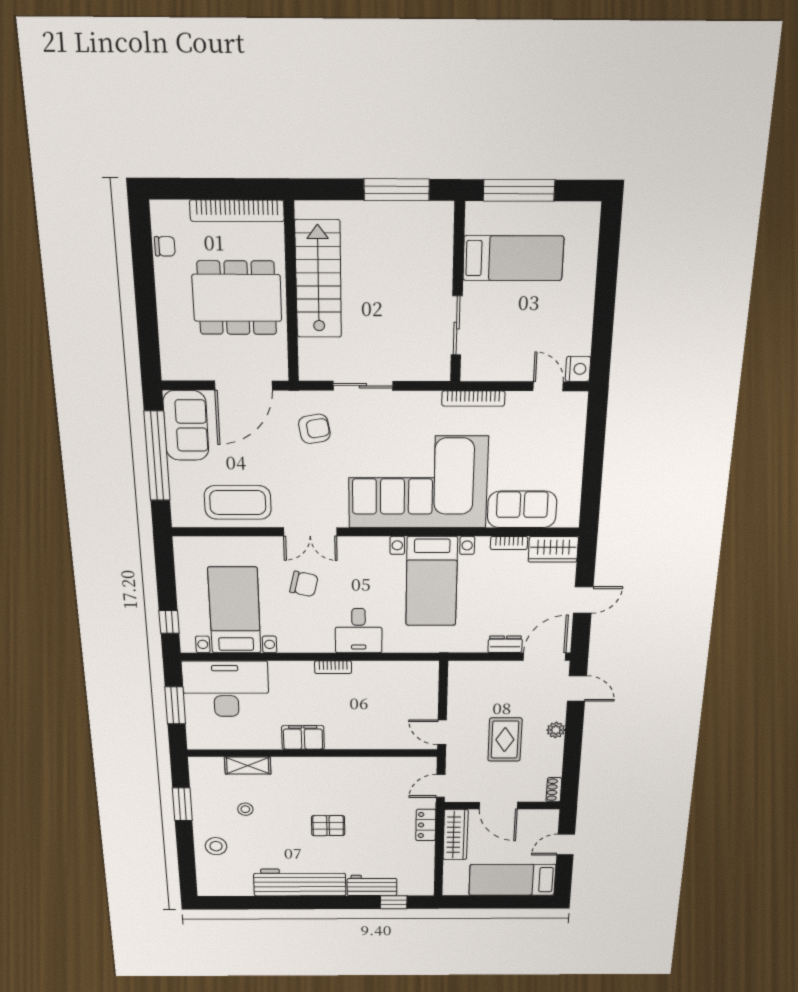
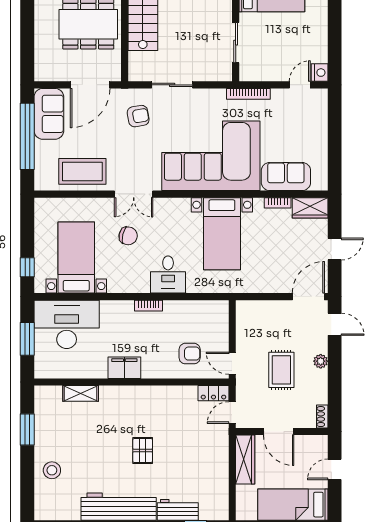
door: (548, 386) -> (300, 85), hinge flipped
dresser: (505, 644) -> (278, 286), removed
armchair: (387, 722) -> (190, 354), added
stool: (245, 809) -> (77, 434), removed
locker: (426, 825) -> (213, 393), moved, turned -90
pallet: (328, 826) -> (143, 450), turned 90

